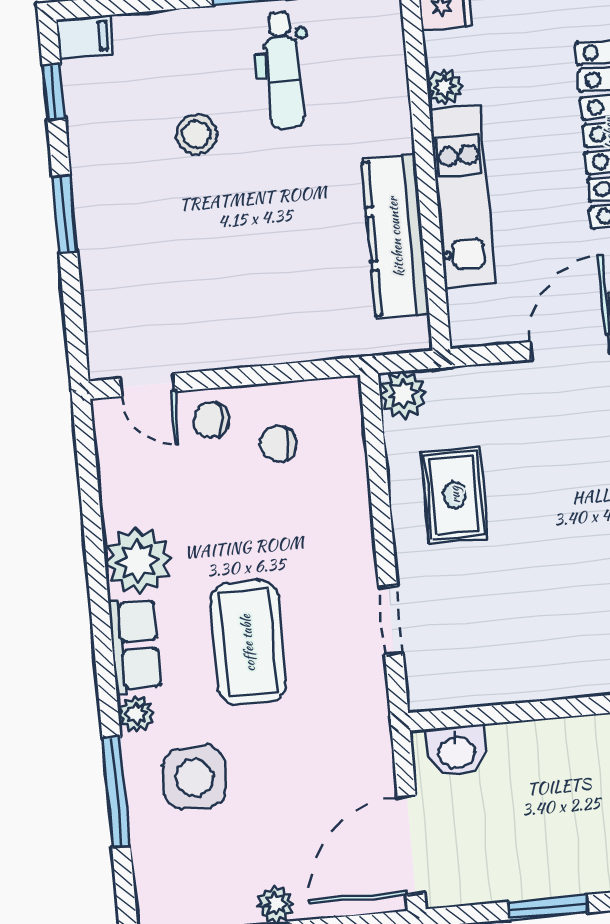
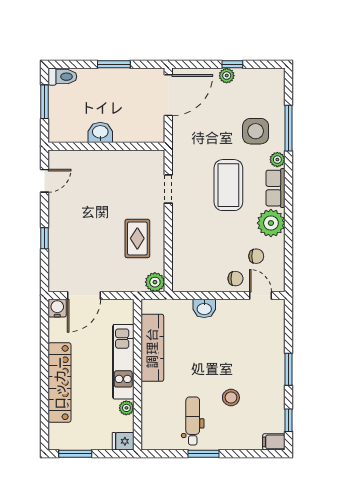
washbasin: (279, 342) -> (204, 308), added
chair: (278, 444) -> (256, 256), moved
washbasin: (456, 751) -> (100, 132), moved

